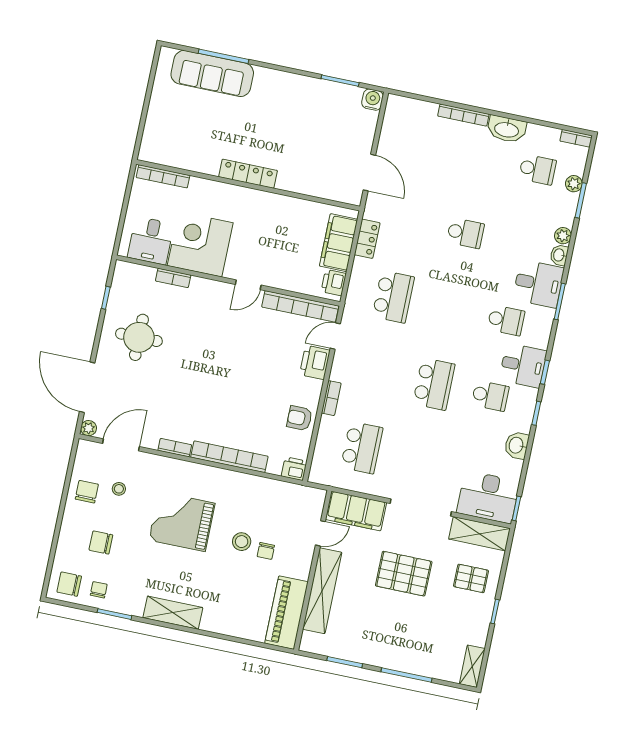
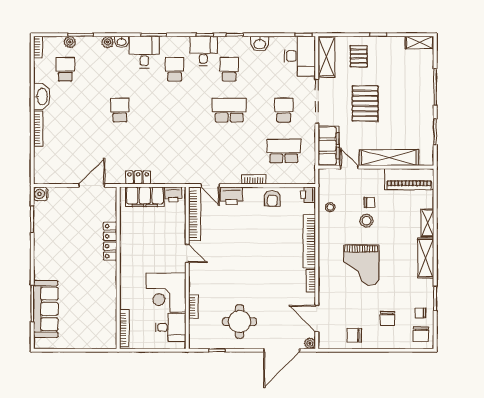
locker: (248, 174) -> (110, 241), moved
school desk: (393, 297) -> (284, 110), moved, width x0.54
stool: (119, 489) -> (330, 207), moved
shelving: (221, 625) -> (427, 223), added

